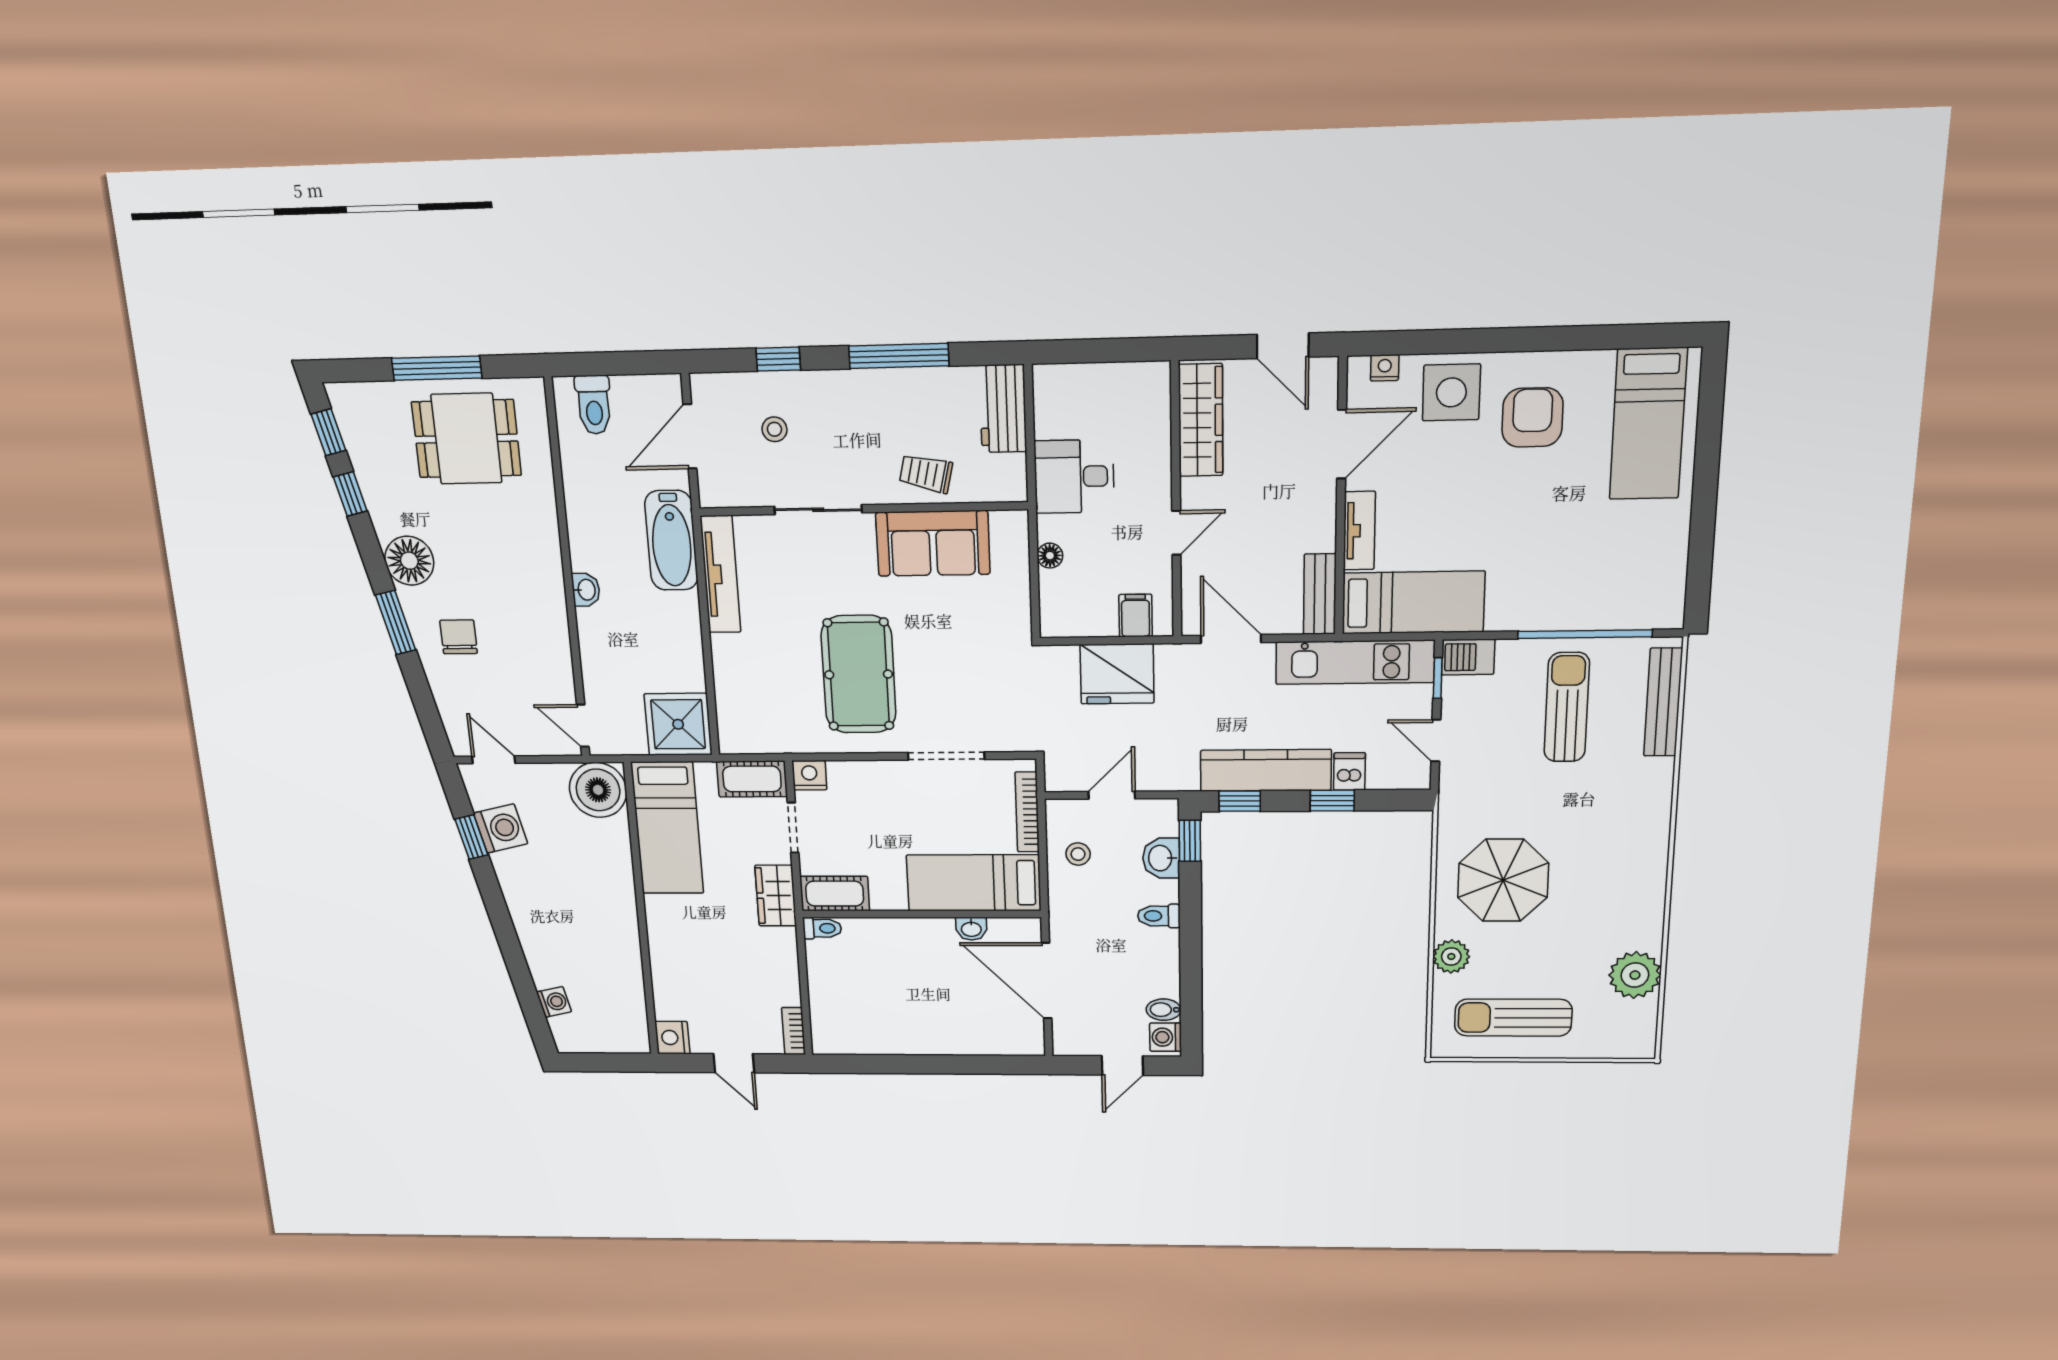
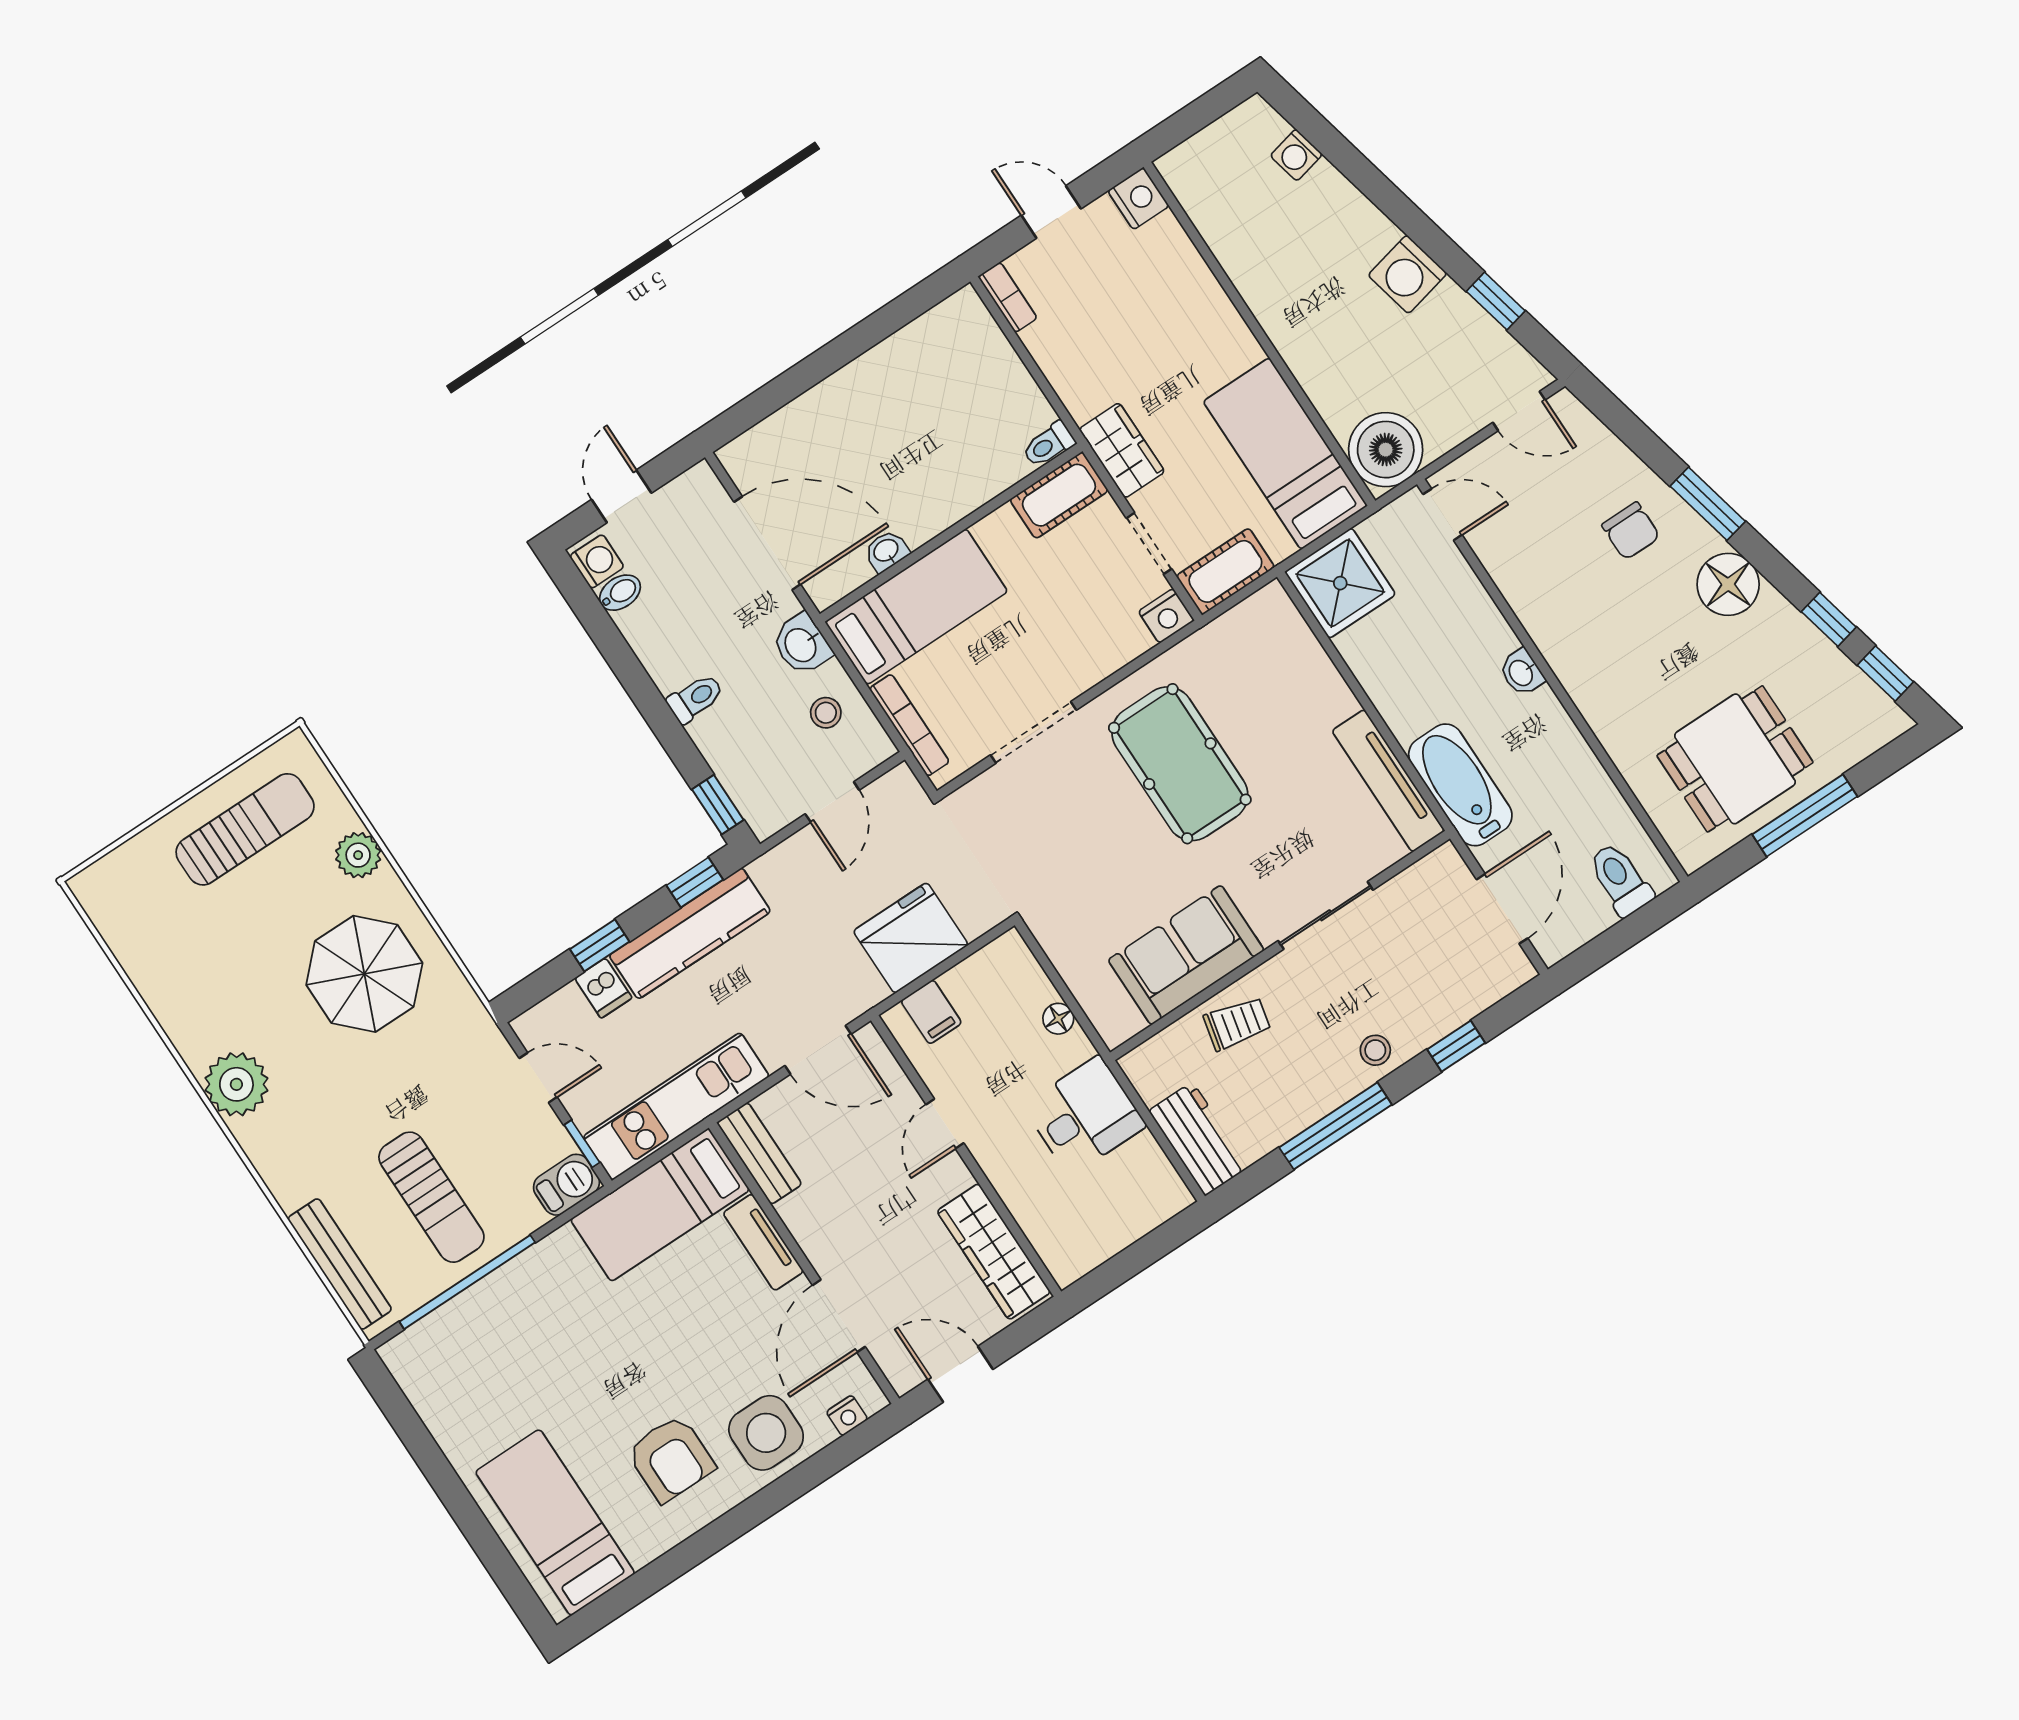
stool: (774, 429) -> (1375, 1050), moved
washing machine: (501, 828) -> (1408, 274), moved
washbasin: (1161, 858) -> (802, 644), moved, turned 180
plant: (1635, 975) -> (236, 1084), moved

